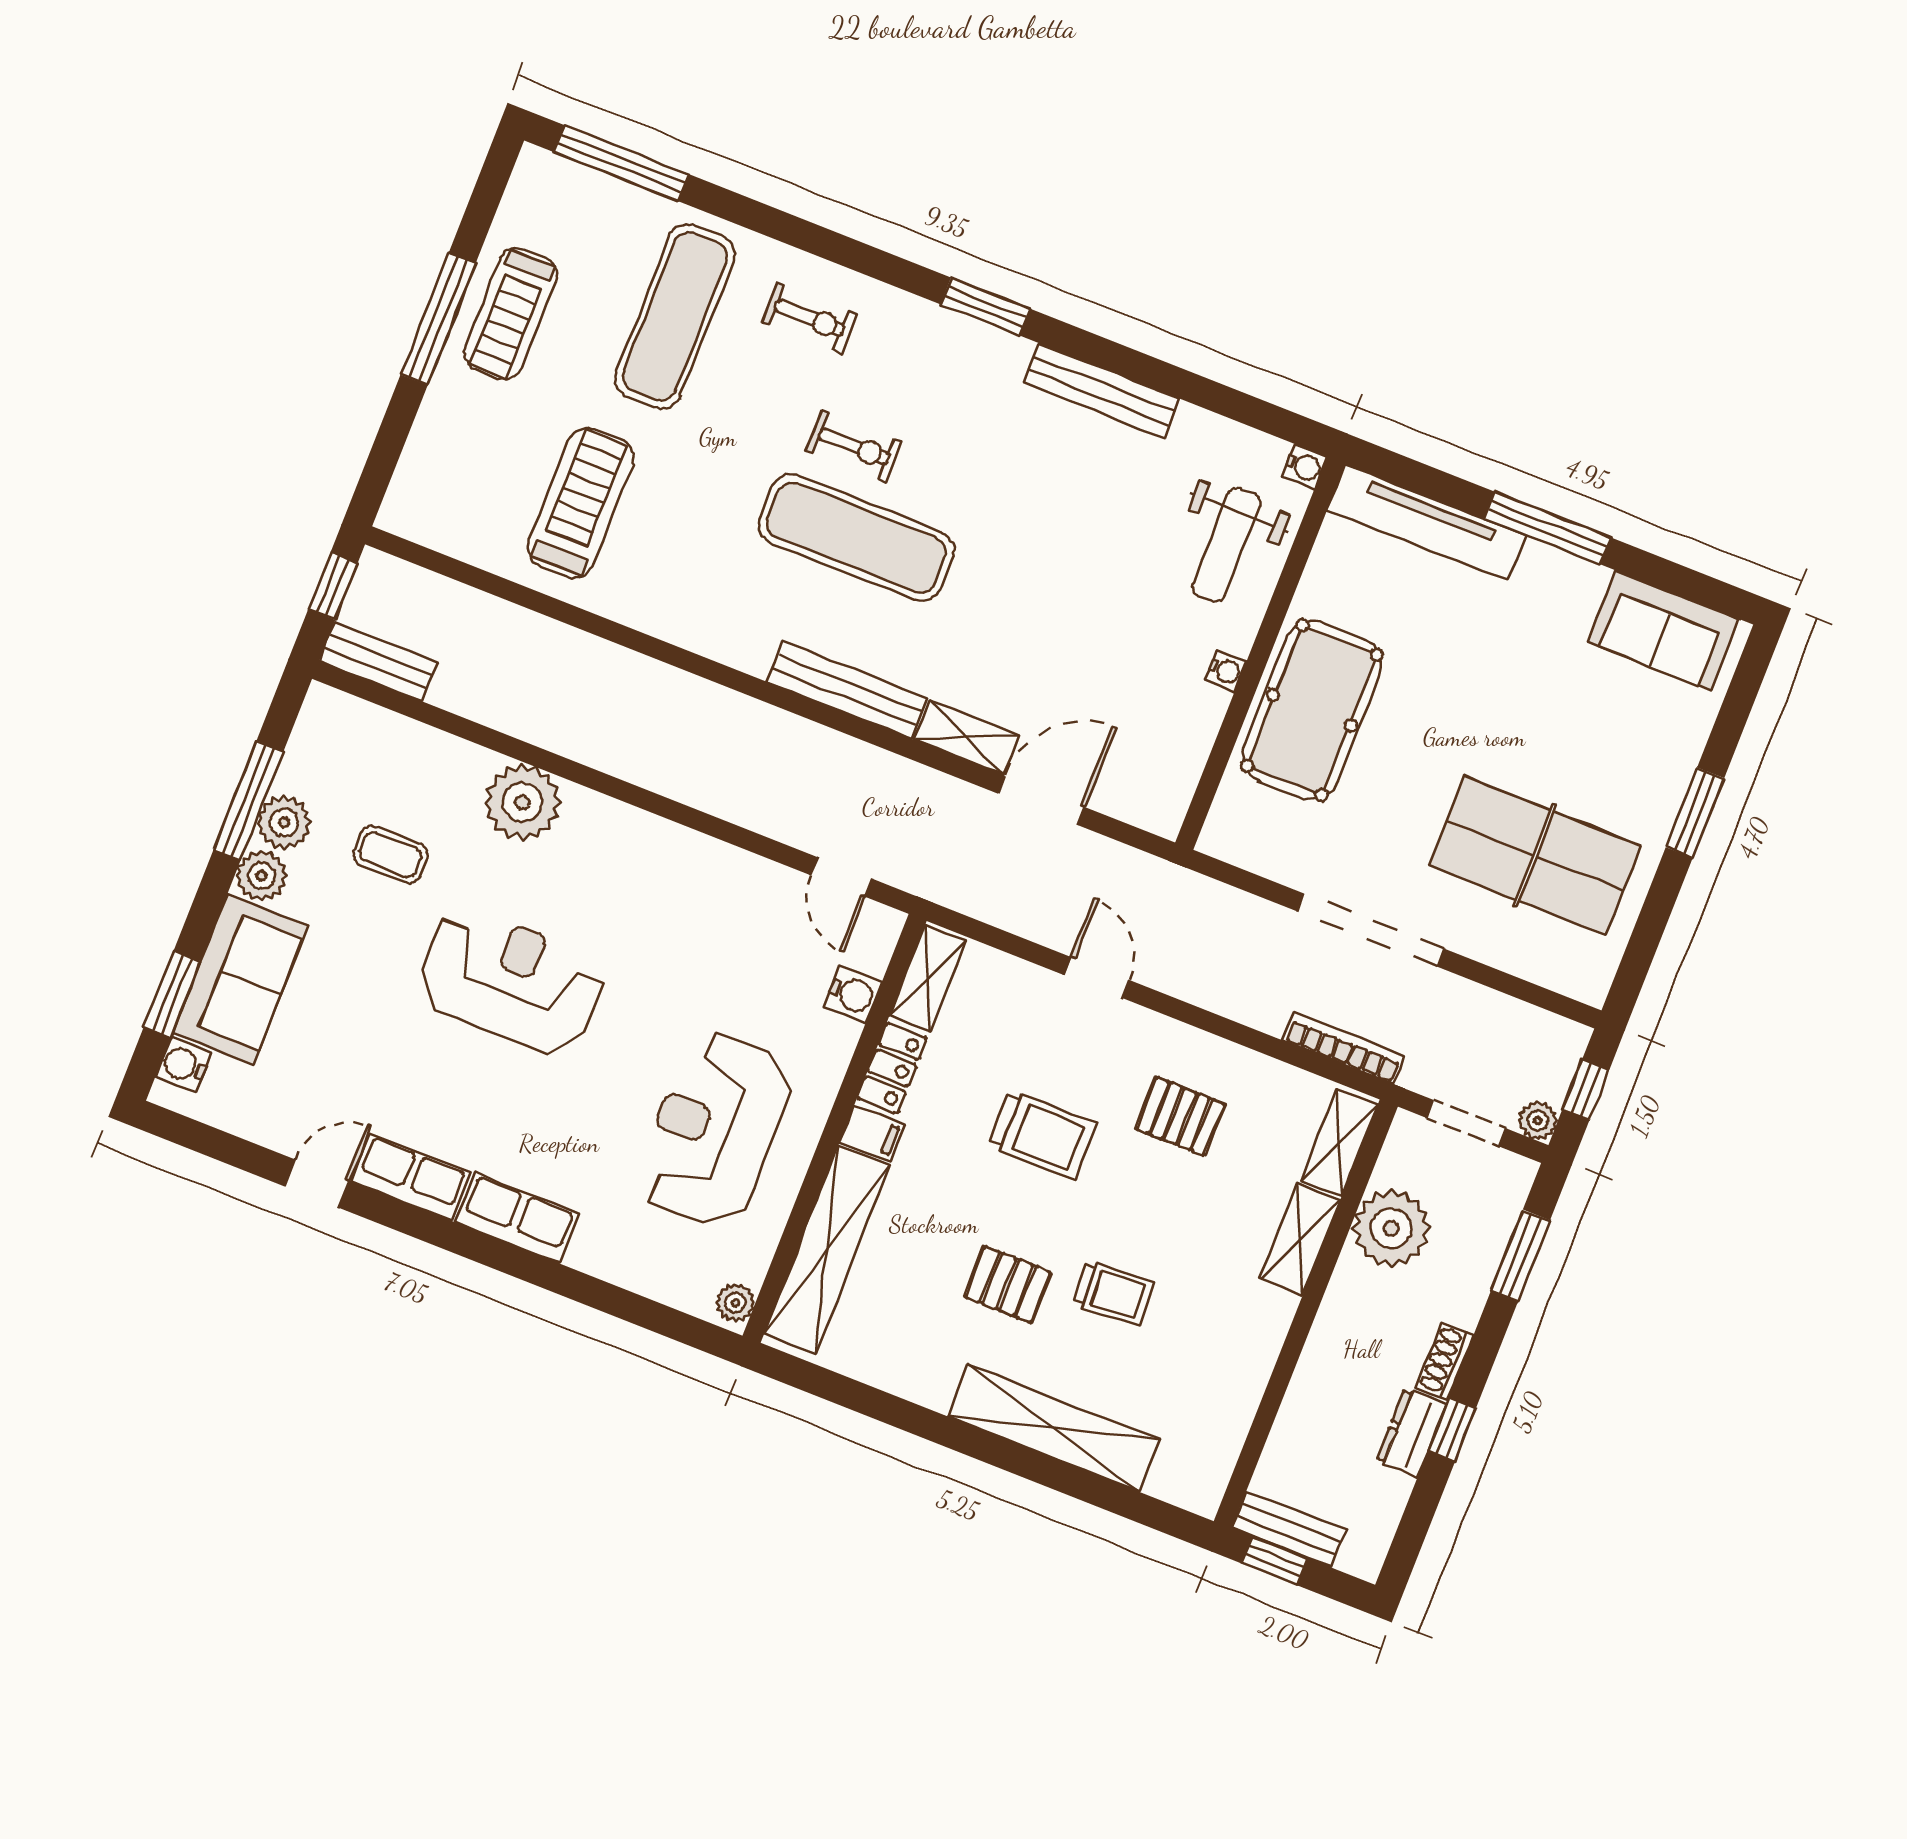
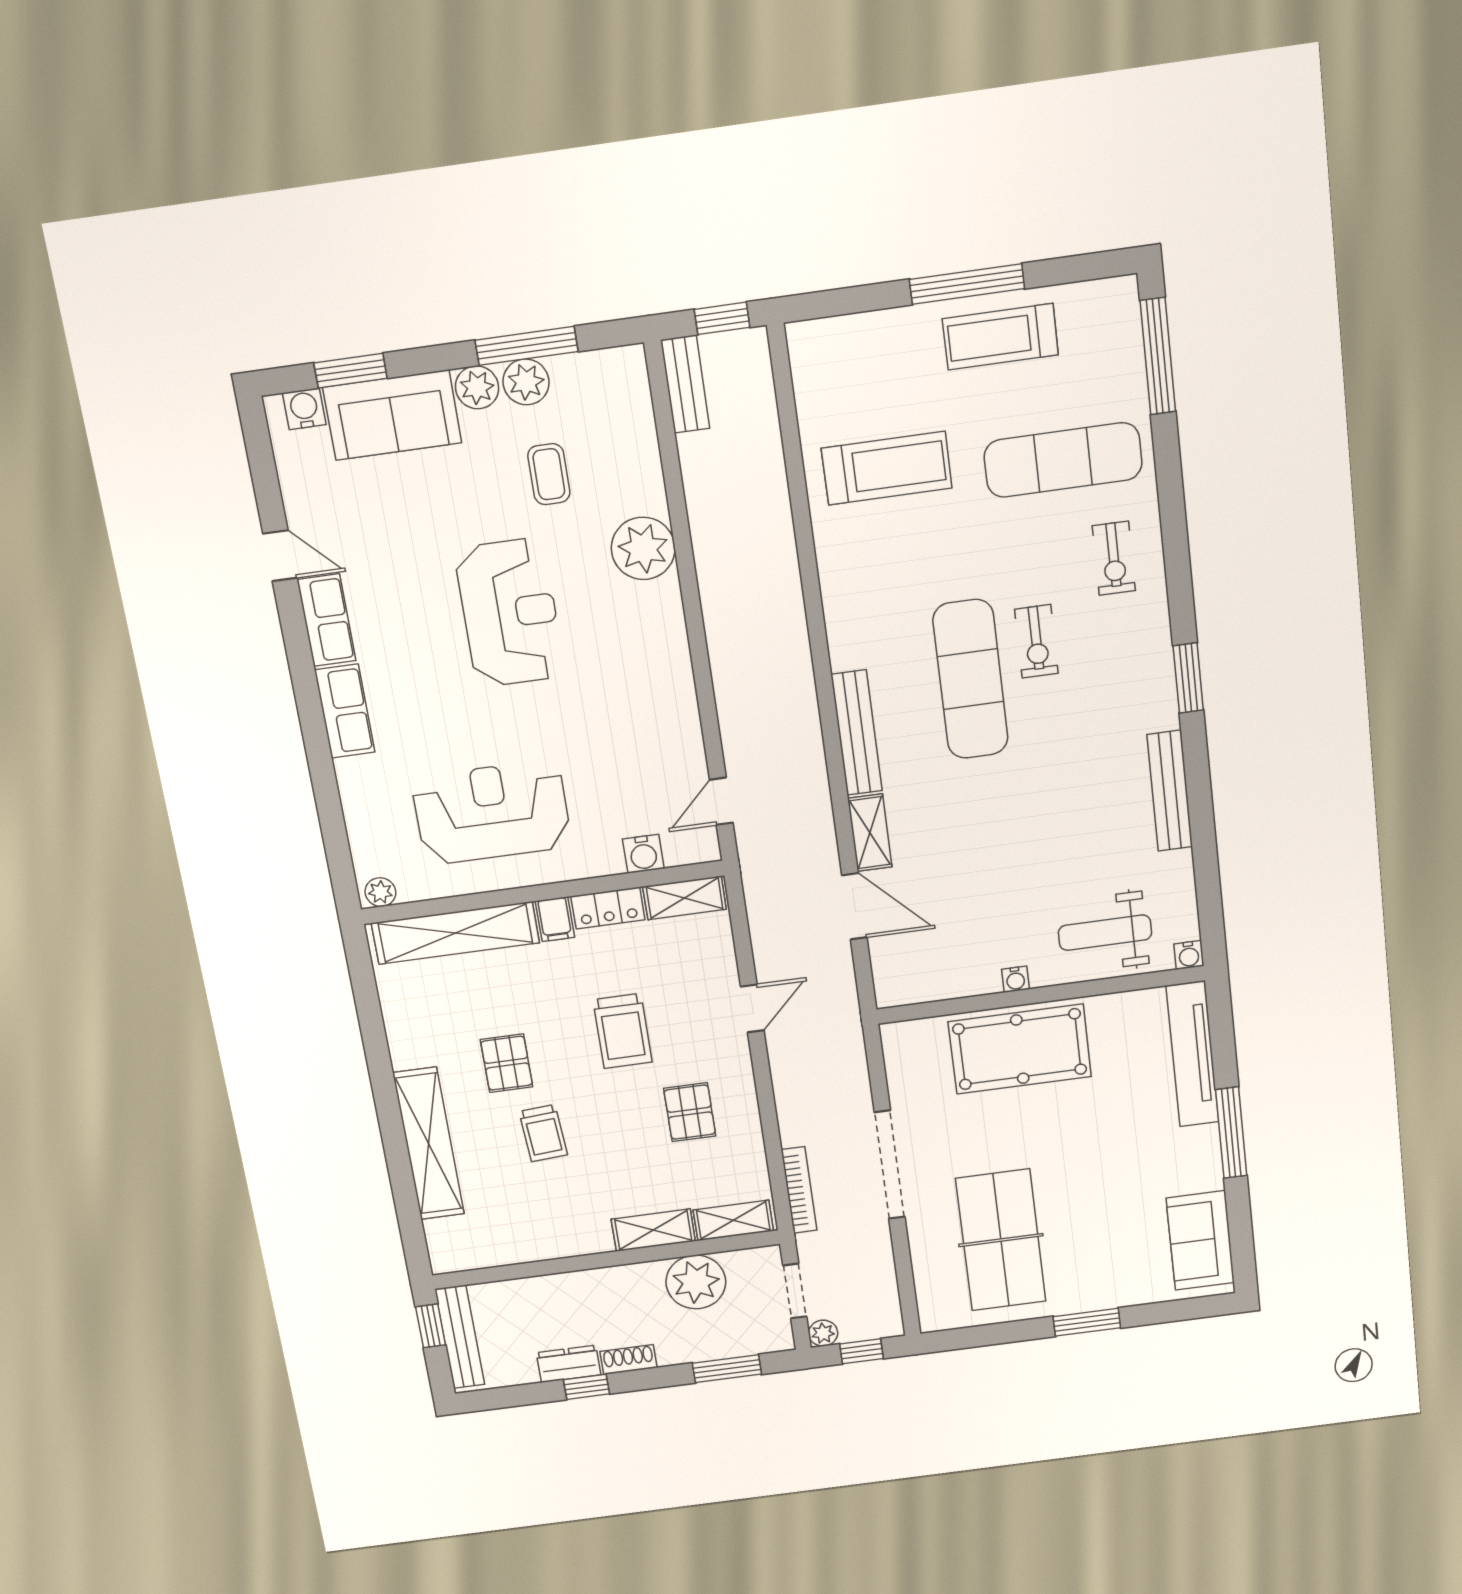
bench: (1289, 1529) -> (460, 1337), width x1.36

